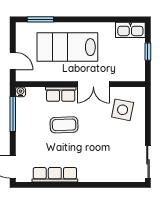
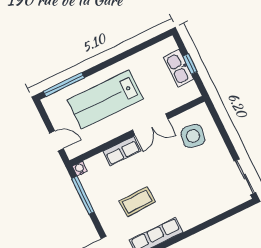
window: (40, 19) -> (64, 85), width x1.44
kitchen sink: (130, 30) -> (179, 68), moved, turned 90
coffee table: (64, 125) -> (137, 201), moved

